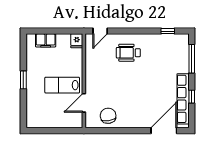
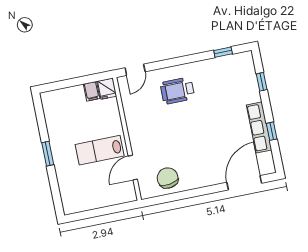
filing cabinet: (46, 40) -> (92, 91), moved, width x0.50
window: (192, 59) -> (262, 82), width x0.46
row of seats: (183, 99) -> (259, 127), width x0.73

